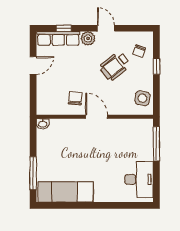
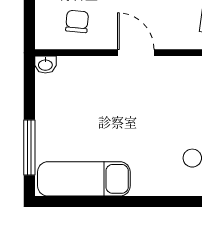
chair: (75, 98) -> (77, 21), moved

